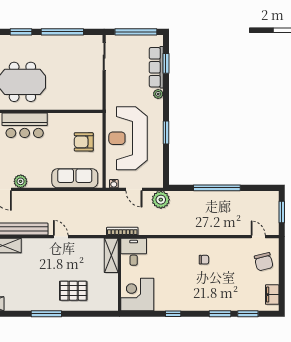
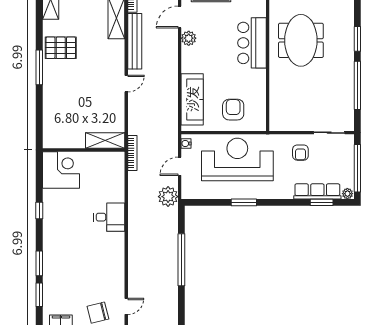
armchair: (122, 82) -> (300, 153), added
plant: (158, 94) -> (347, 194), moved
desk: (134, 252) -> (109, 217), moved
chair: (204, 260) -> (100, 245), removed
pallet: (73, 291) -> (61, 48), moved, turned 90

